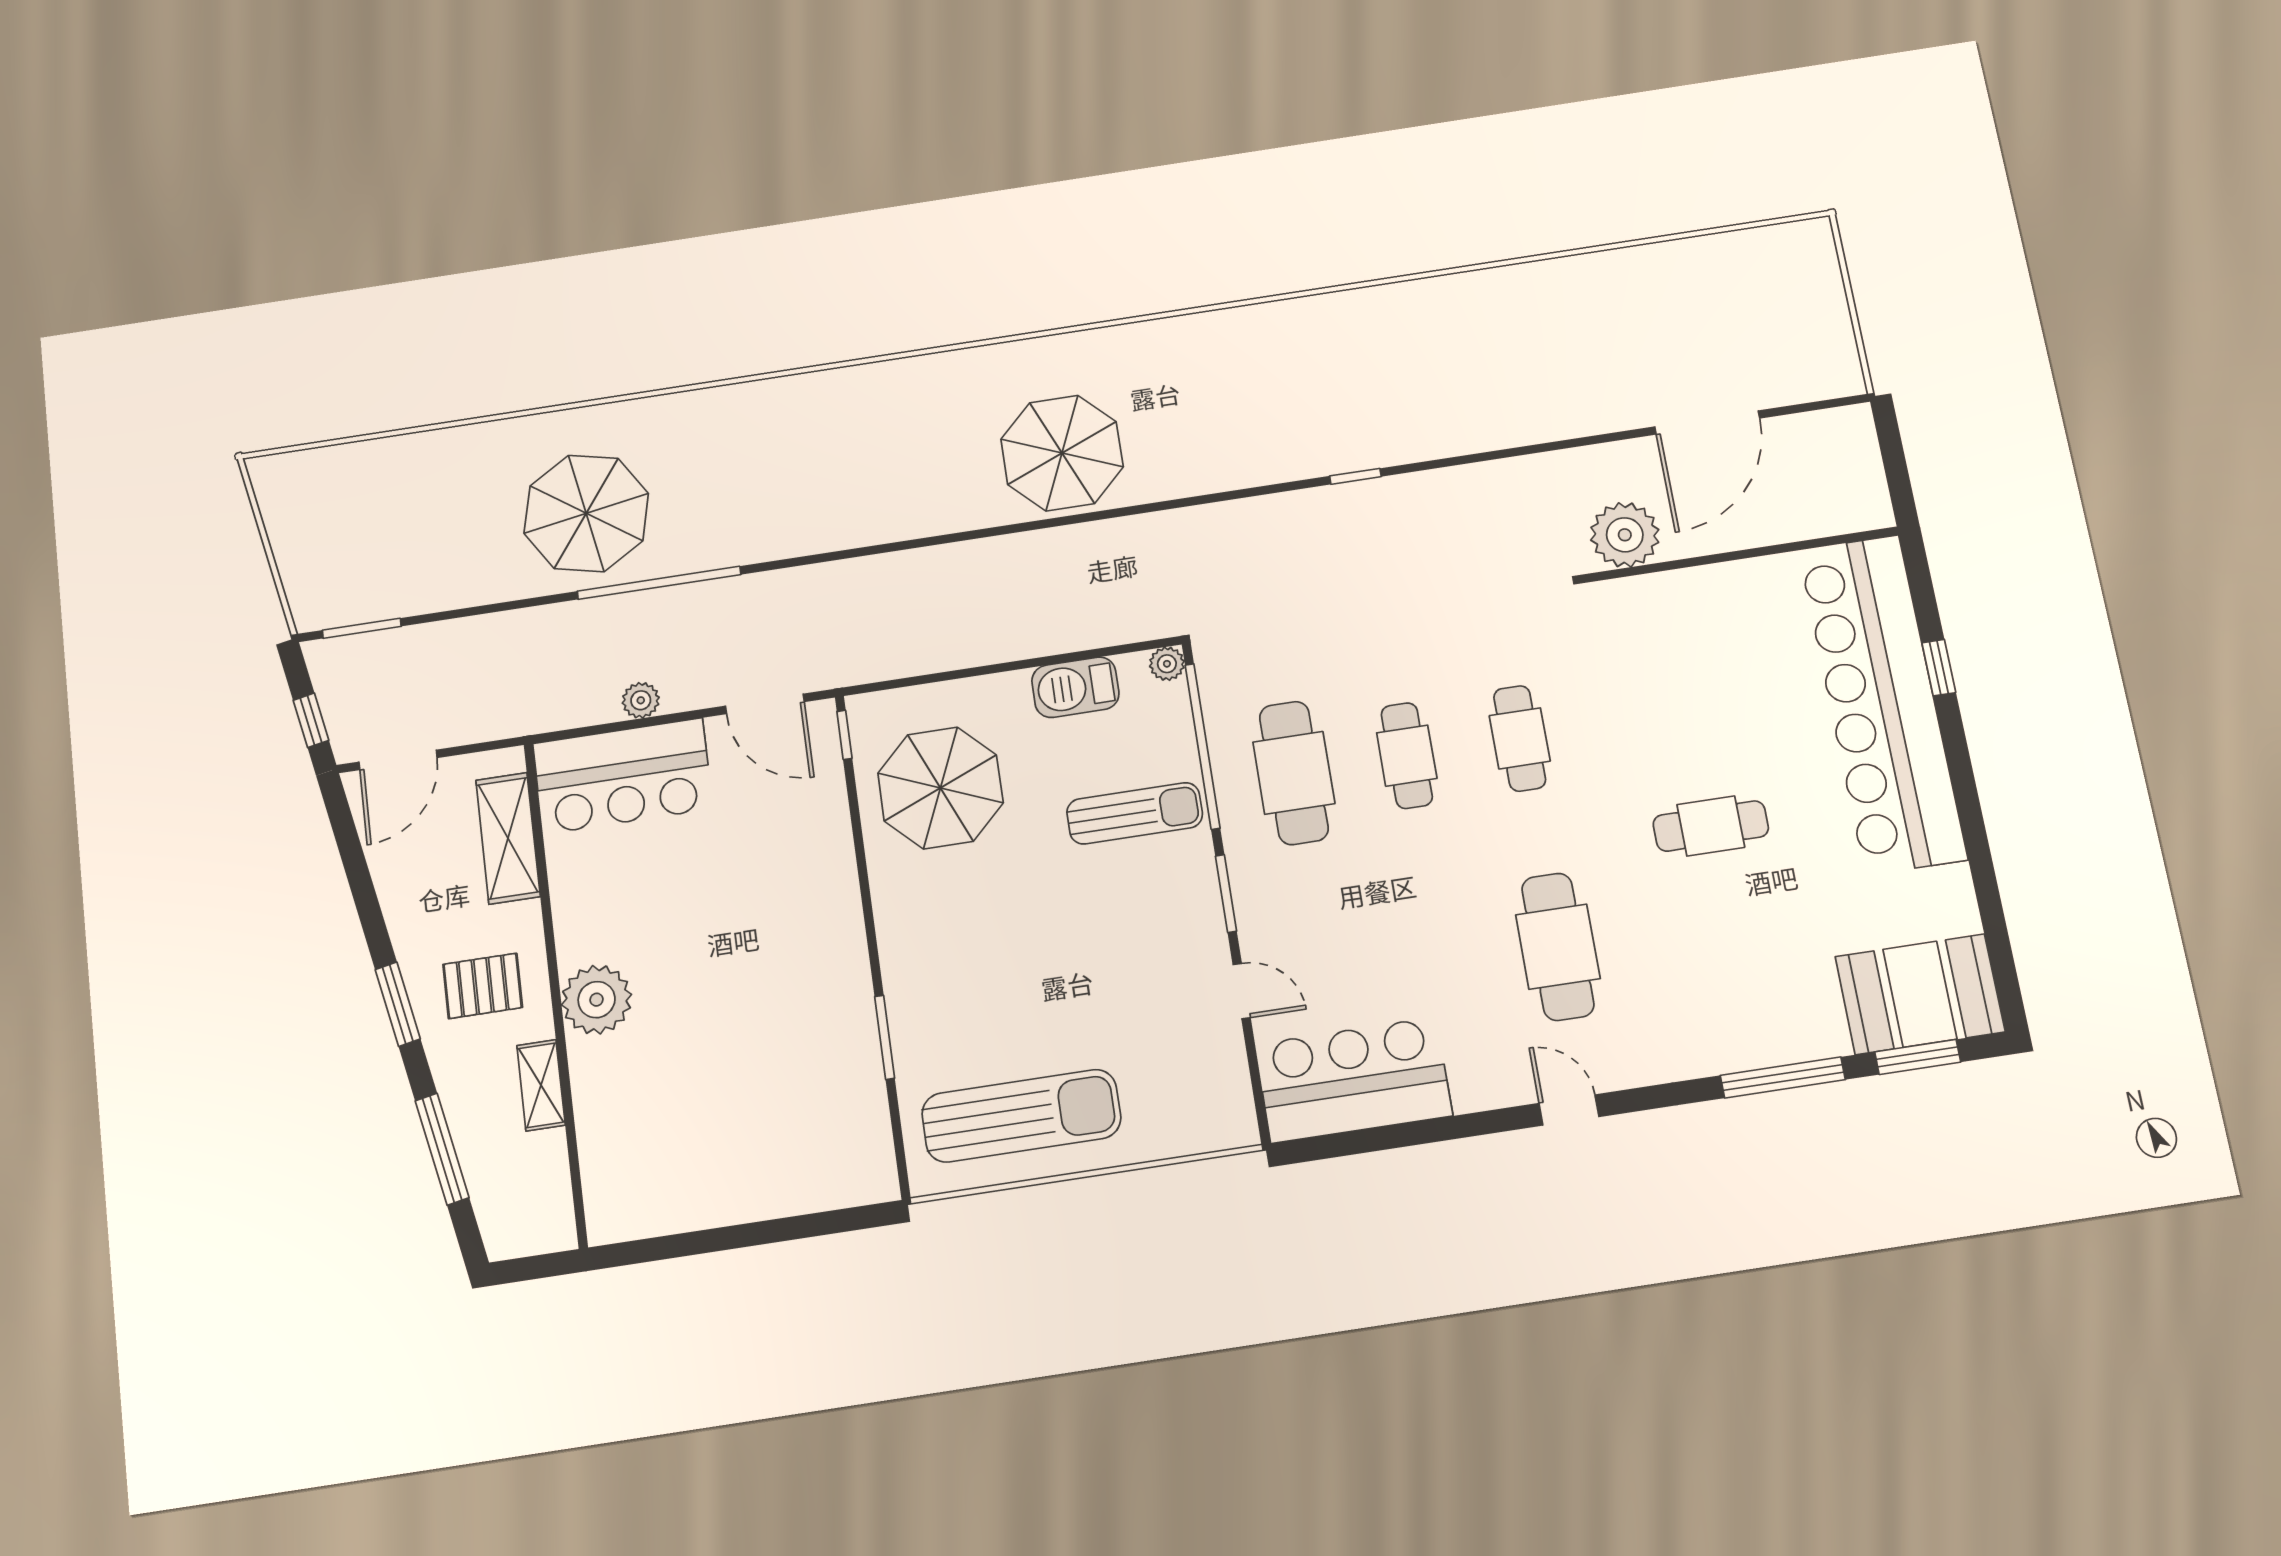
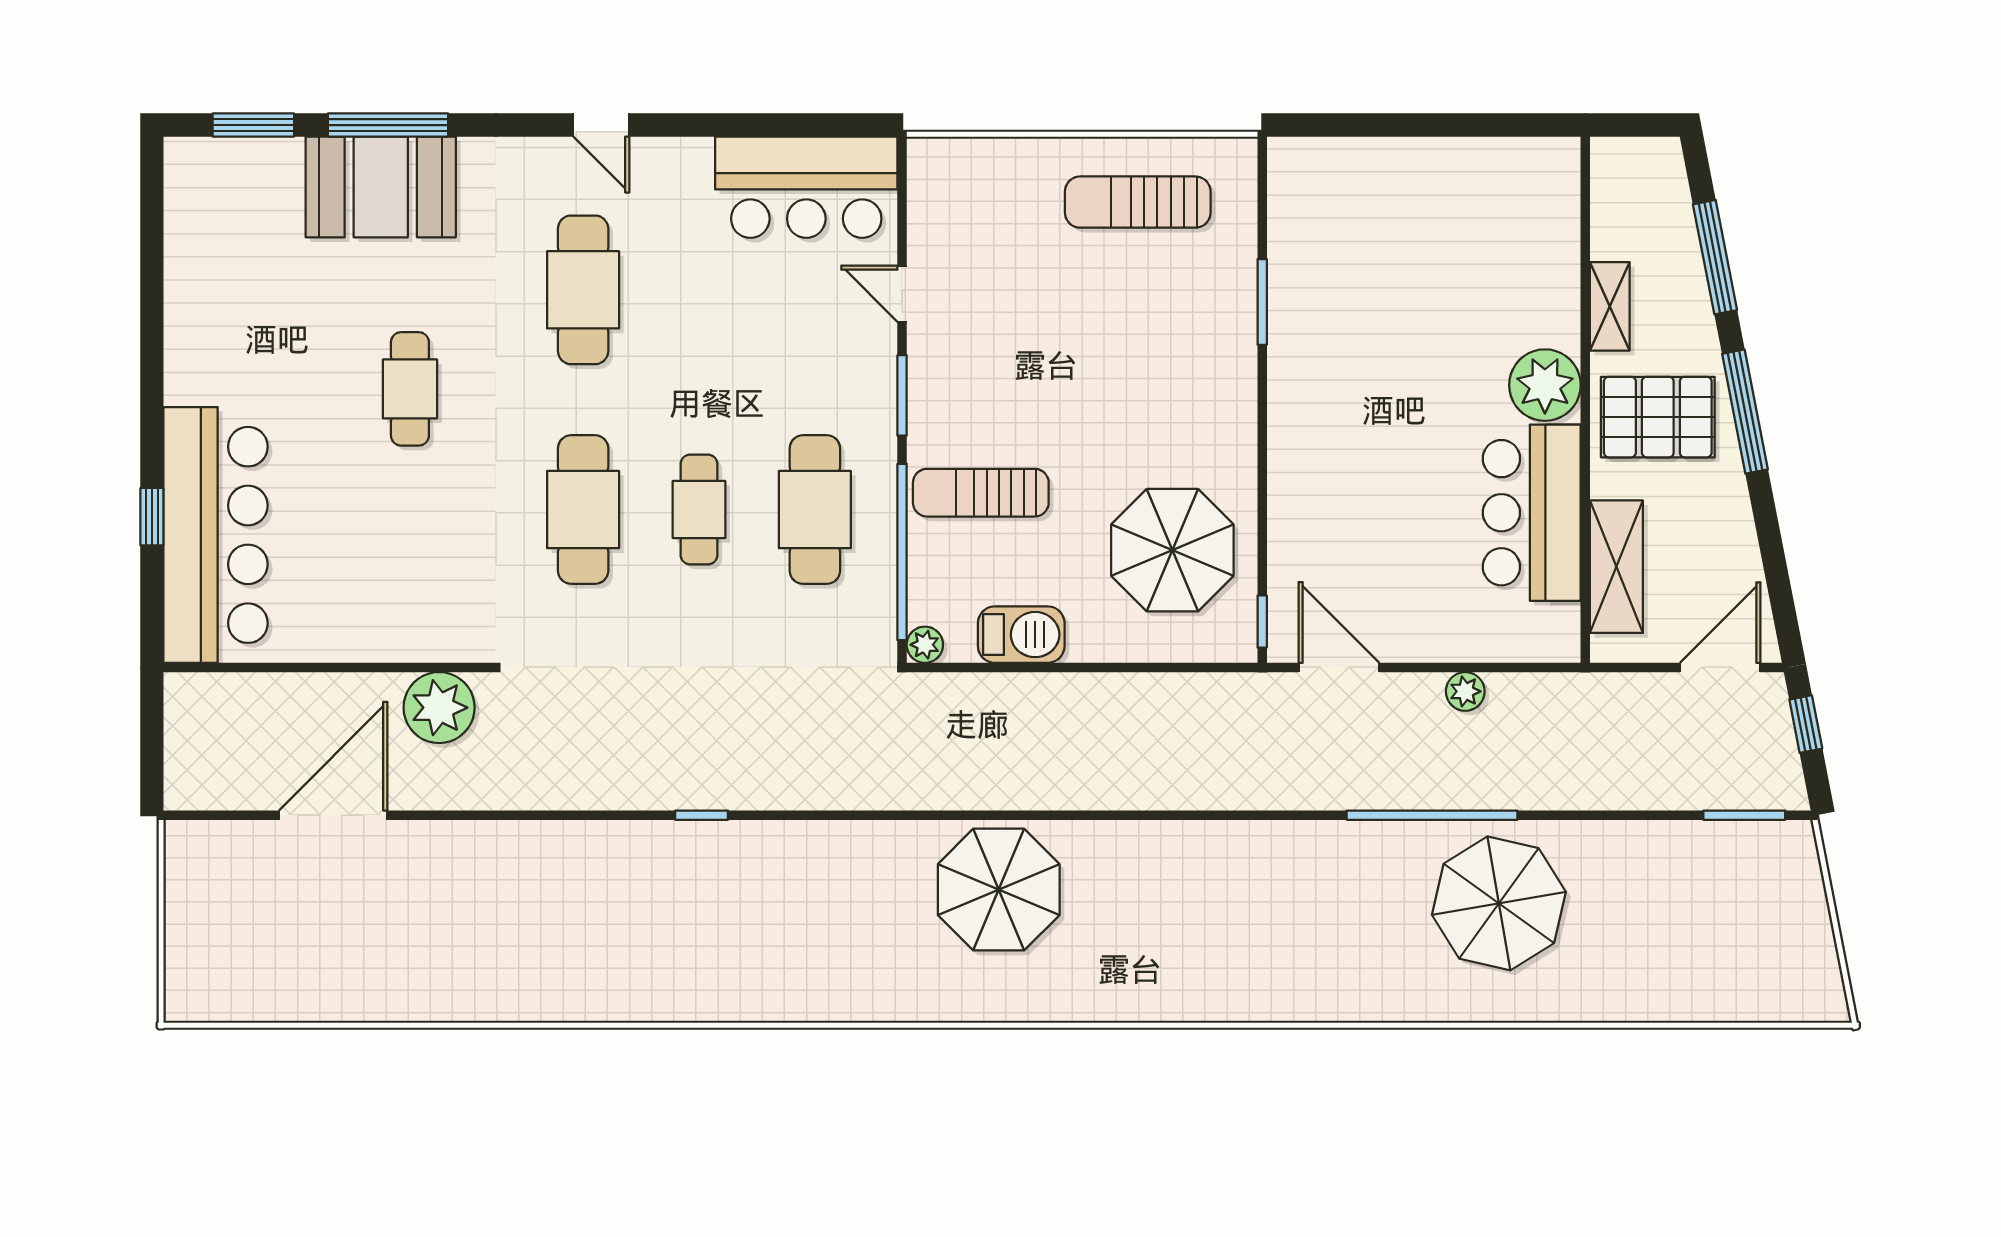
bar counter: (1882, 703) -> (216, 535), width x0.73
cafe table: (1520, 738) -> (583, 510), width x1.37, depth x1.35
bar counter: (623, 776) -> (1532, 513), moved, turned -90
cafe table: (1711, 826) -> (410, 389), turned 90
pallet: (483, 986) -> (1658, 417), width x1.50, depth x1.42
booth: (1920, 994) -> (381, 187), moved
window: (398, 1004) -> (1745, 412), width x1.44
sun lounger: (1021, 1116) -> (1138, 202), width x0.73, depth x0.75

